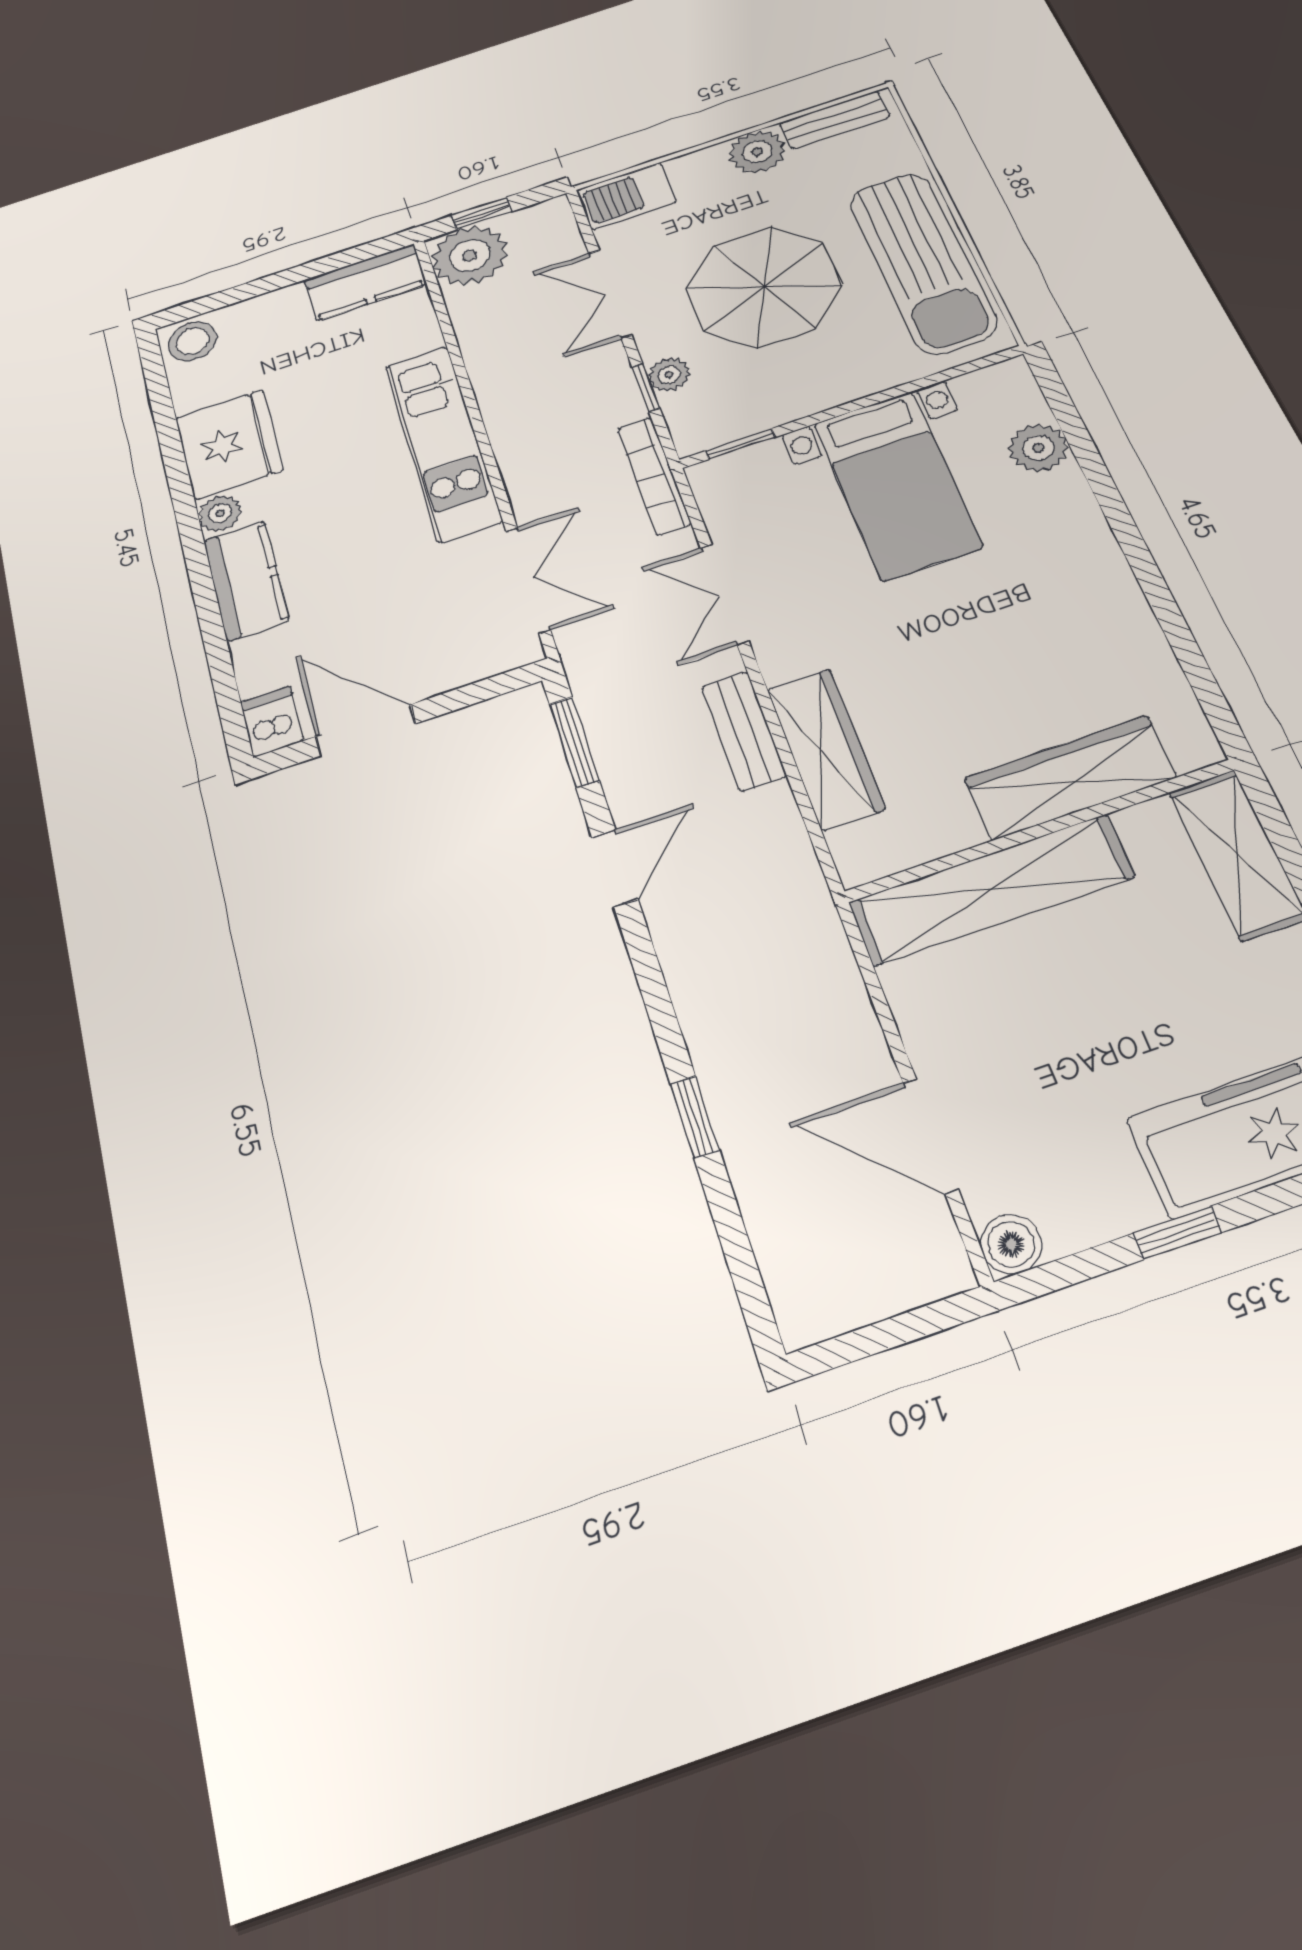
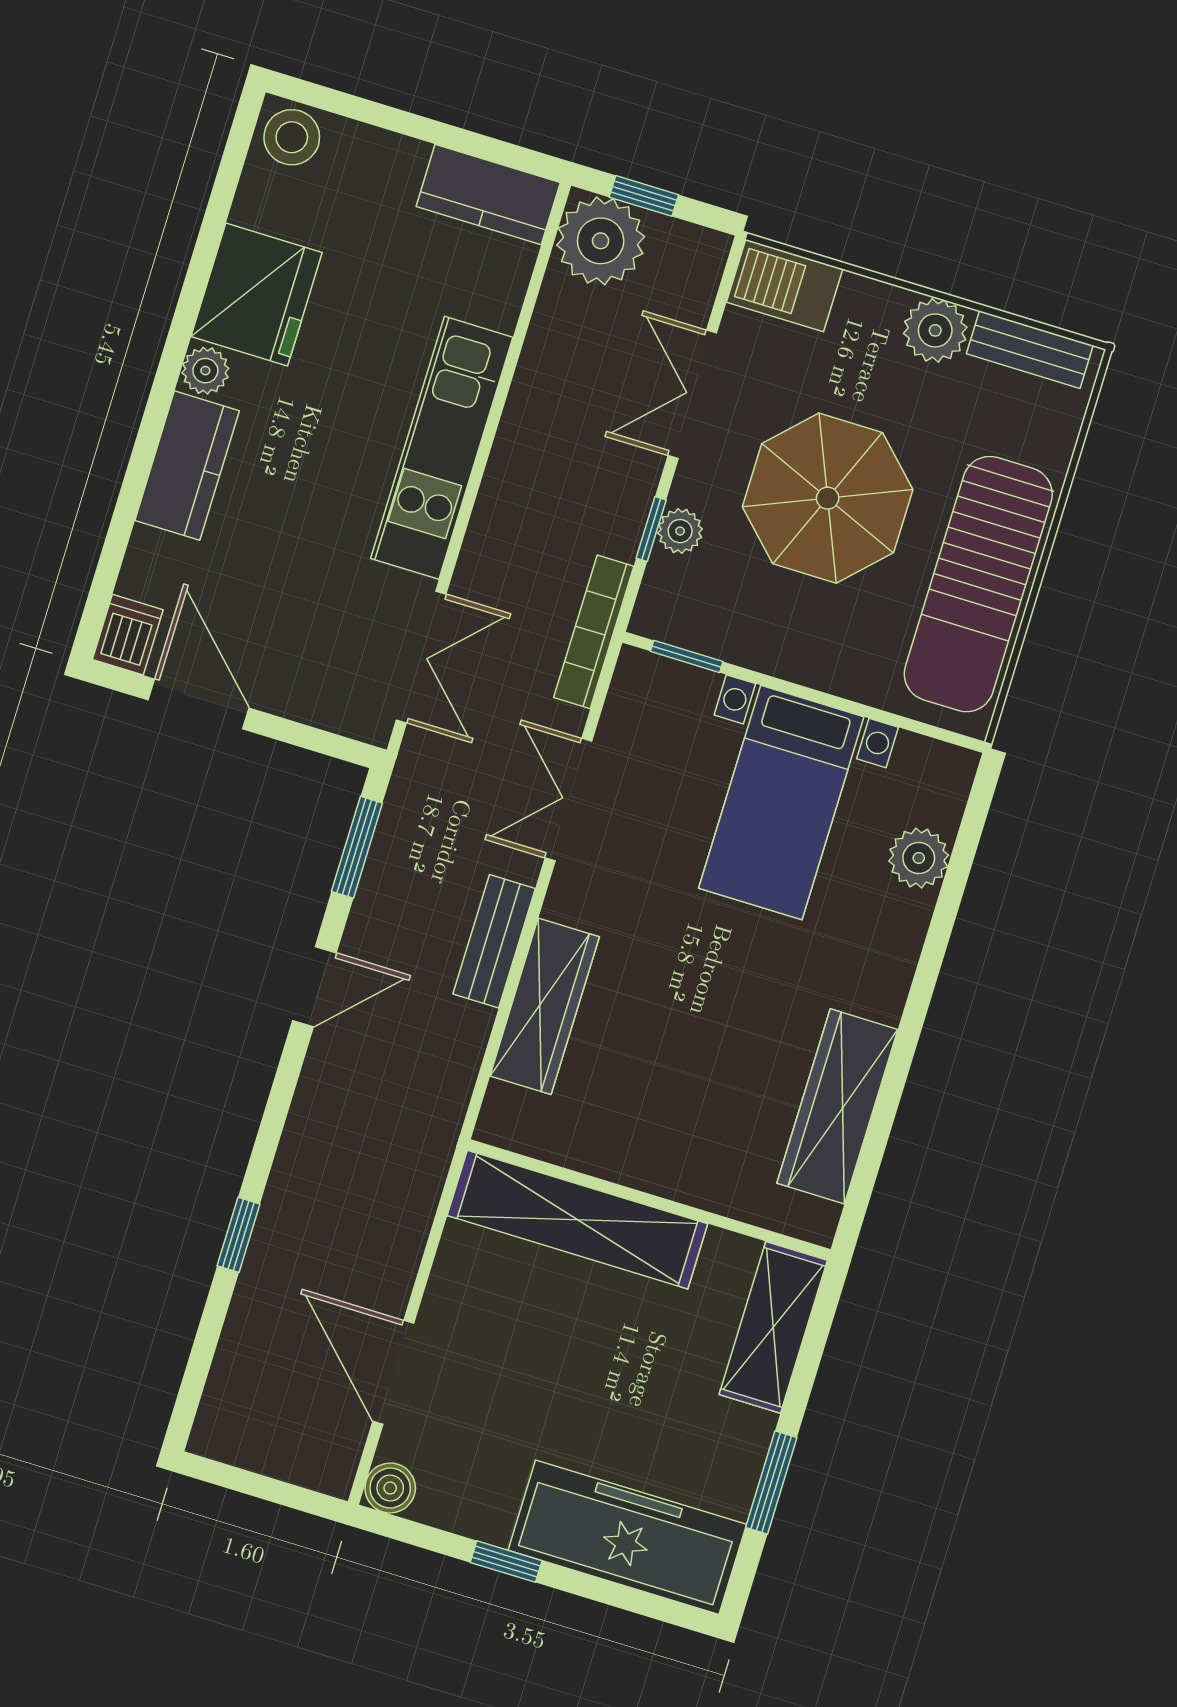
wardrobe: (1070, 778) -> (837, 1106), moved, turned -90

